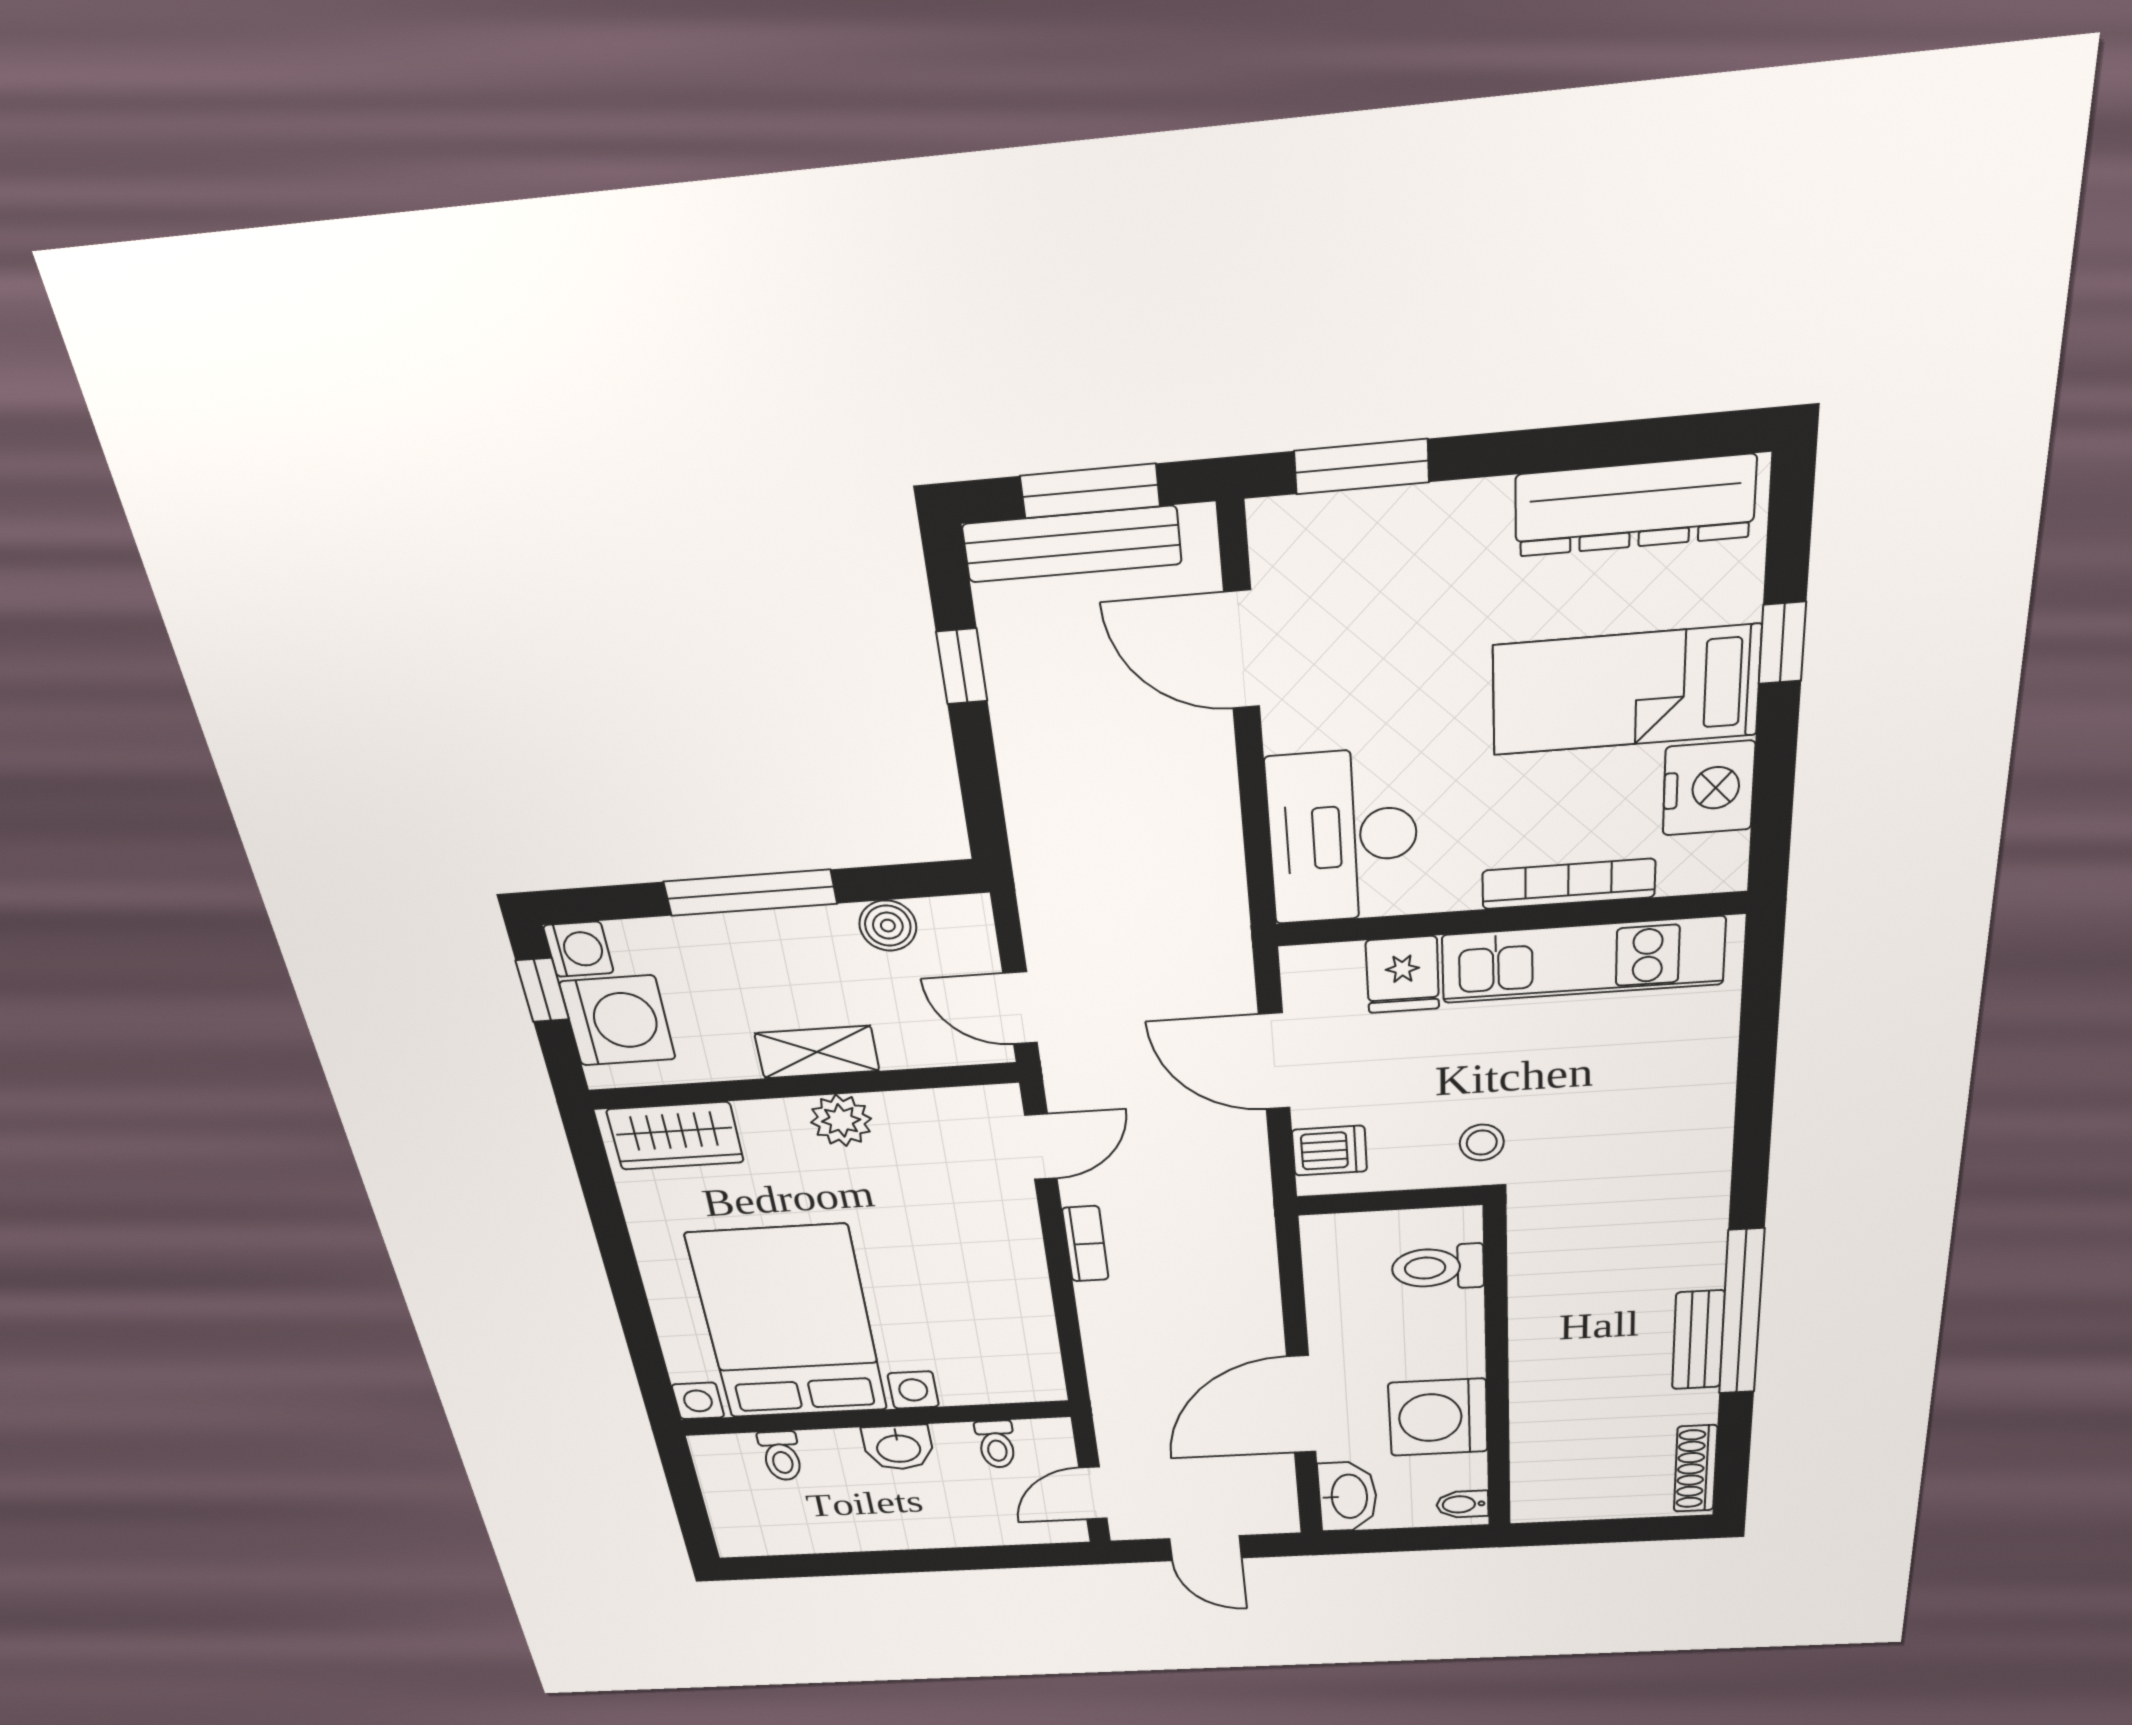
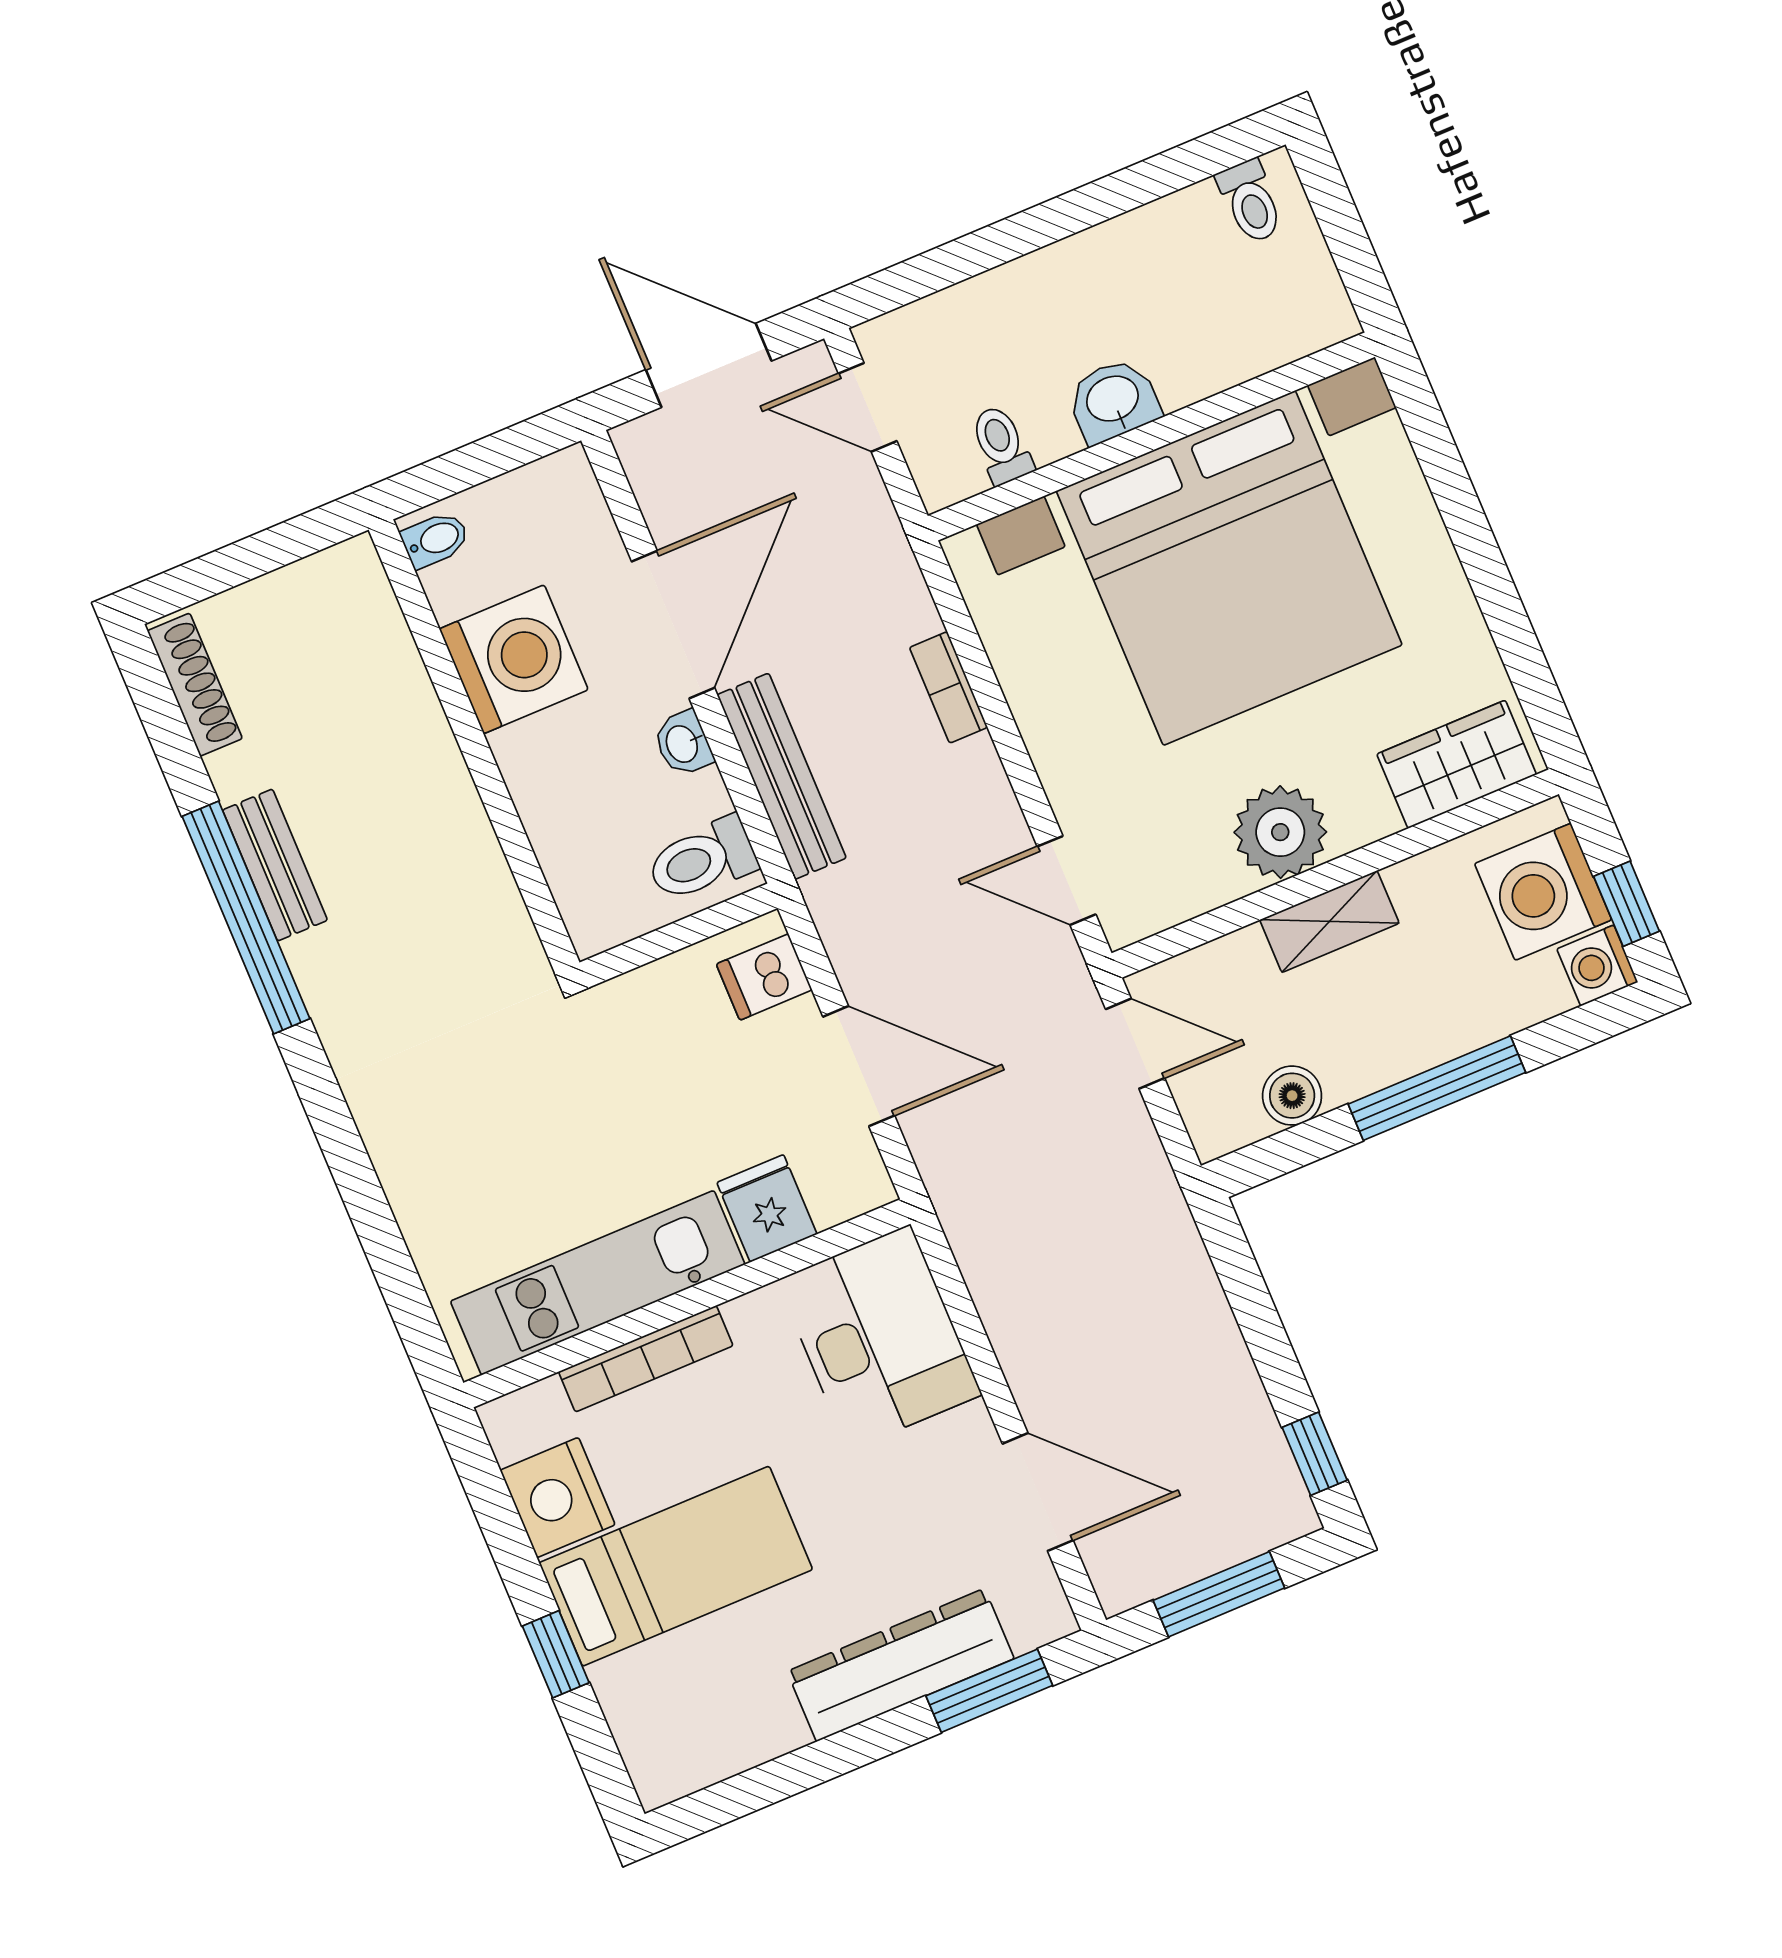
dresser: (1635, 506) -> (901, 1665), moved
bench: (1072, 544) -> (782, 776), moved, turned 90
window: (962, 666) -> (1315, 1454), moved
plant: (841, 1120) -> (1280, 832), width x1.36, depth x1.36
stool: (1482, 1143) -> (611, 1040), removed
door: (1041, 1147) -> (1067, 880), hinge flipped
bookcase: (1085, 1244) -> (949, 687), moved
toilet: (1438, 1267) -> (702, 860), moved, turned 180
bed with nightstands: (788, 1323) -> (1229, 568), width x1.36
toilet: (781, 1456) -> (1250, 201), moved, turned 180
door: (1093, 1493) -> (868, 407), swing flipped
washbasin: (1348, 1496) -> (683, 743), moved, width x0.52, depth x0.69
door: (1206, 1548) -> (709, 365), width x1.38

